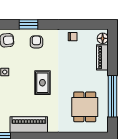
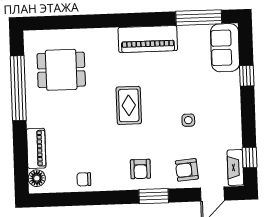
dining table: (85, 107) -> (61, 70), turned 90

